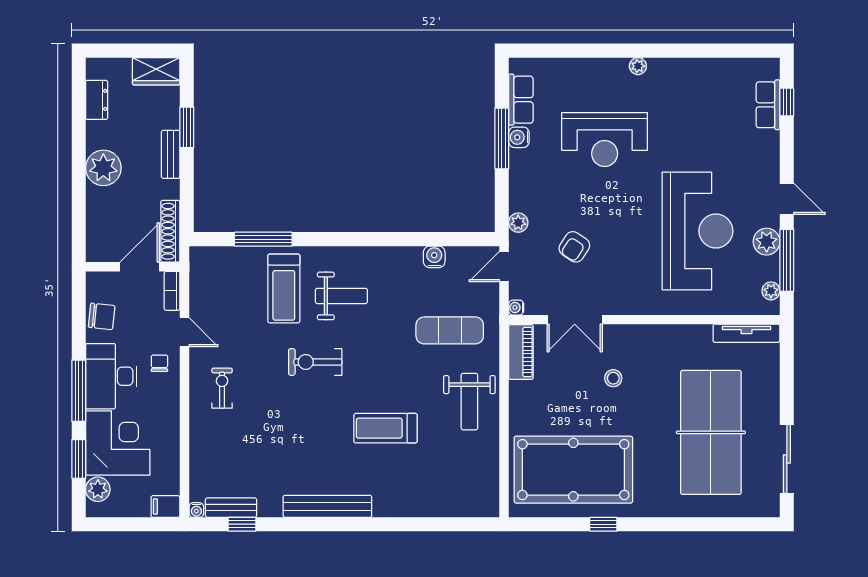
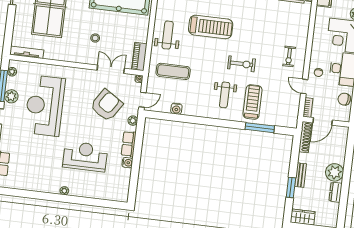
dresser: (97, 100) -> (336, 192), moved
row of seats: (521, 100) -> (129, 144), moved
window: (502, 139) -> (136, 163), removed
armchair: (574, 247) -> (107, 105), width x1.88, depth x1.88
weight bench: (341, 296) -> (225, 95), turned -90
treadmill: (386, 428) -> (211, 27), width x1.37, depth x1.38

